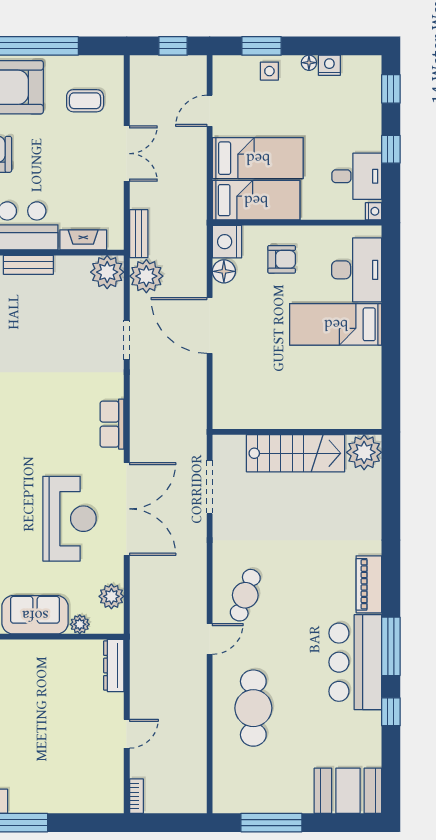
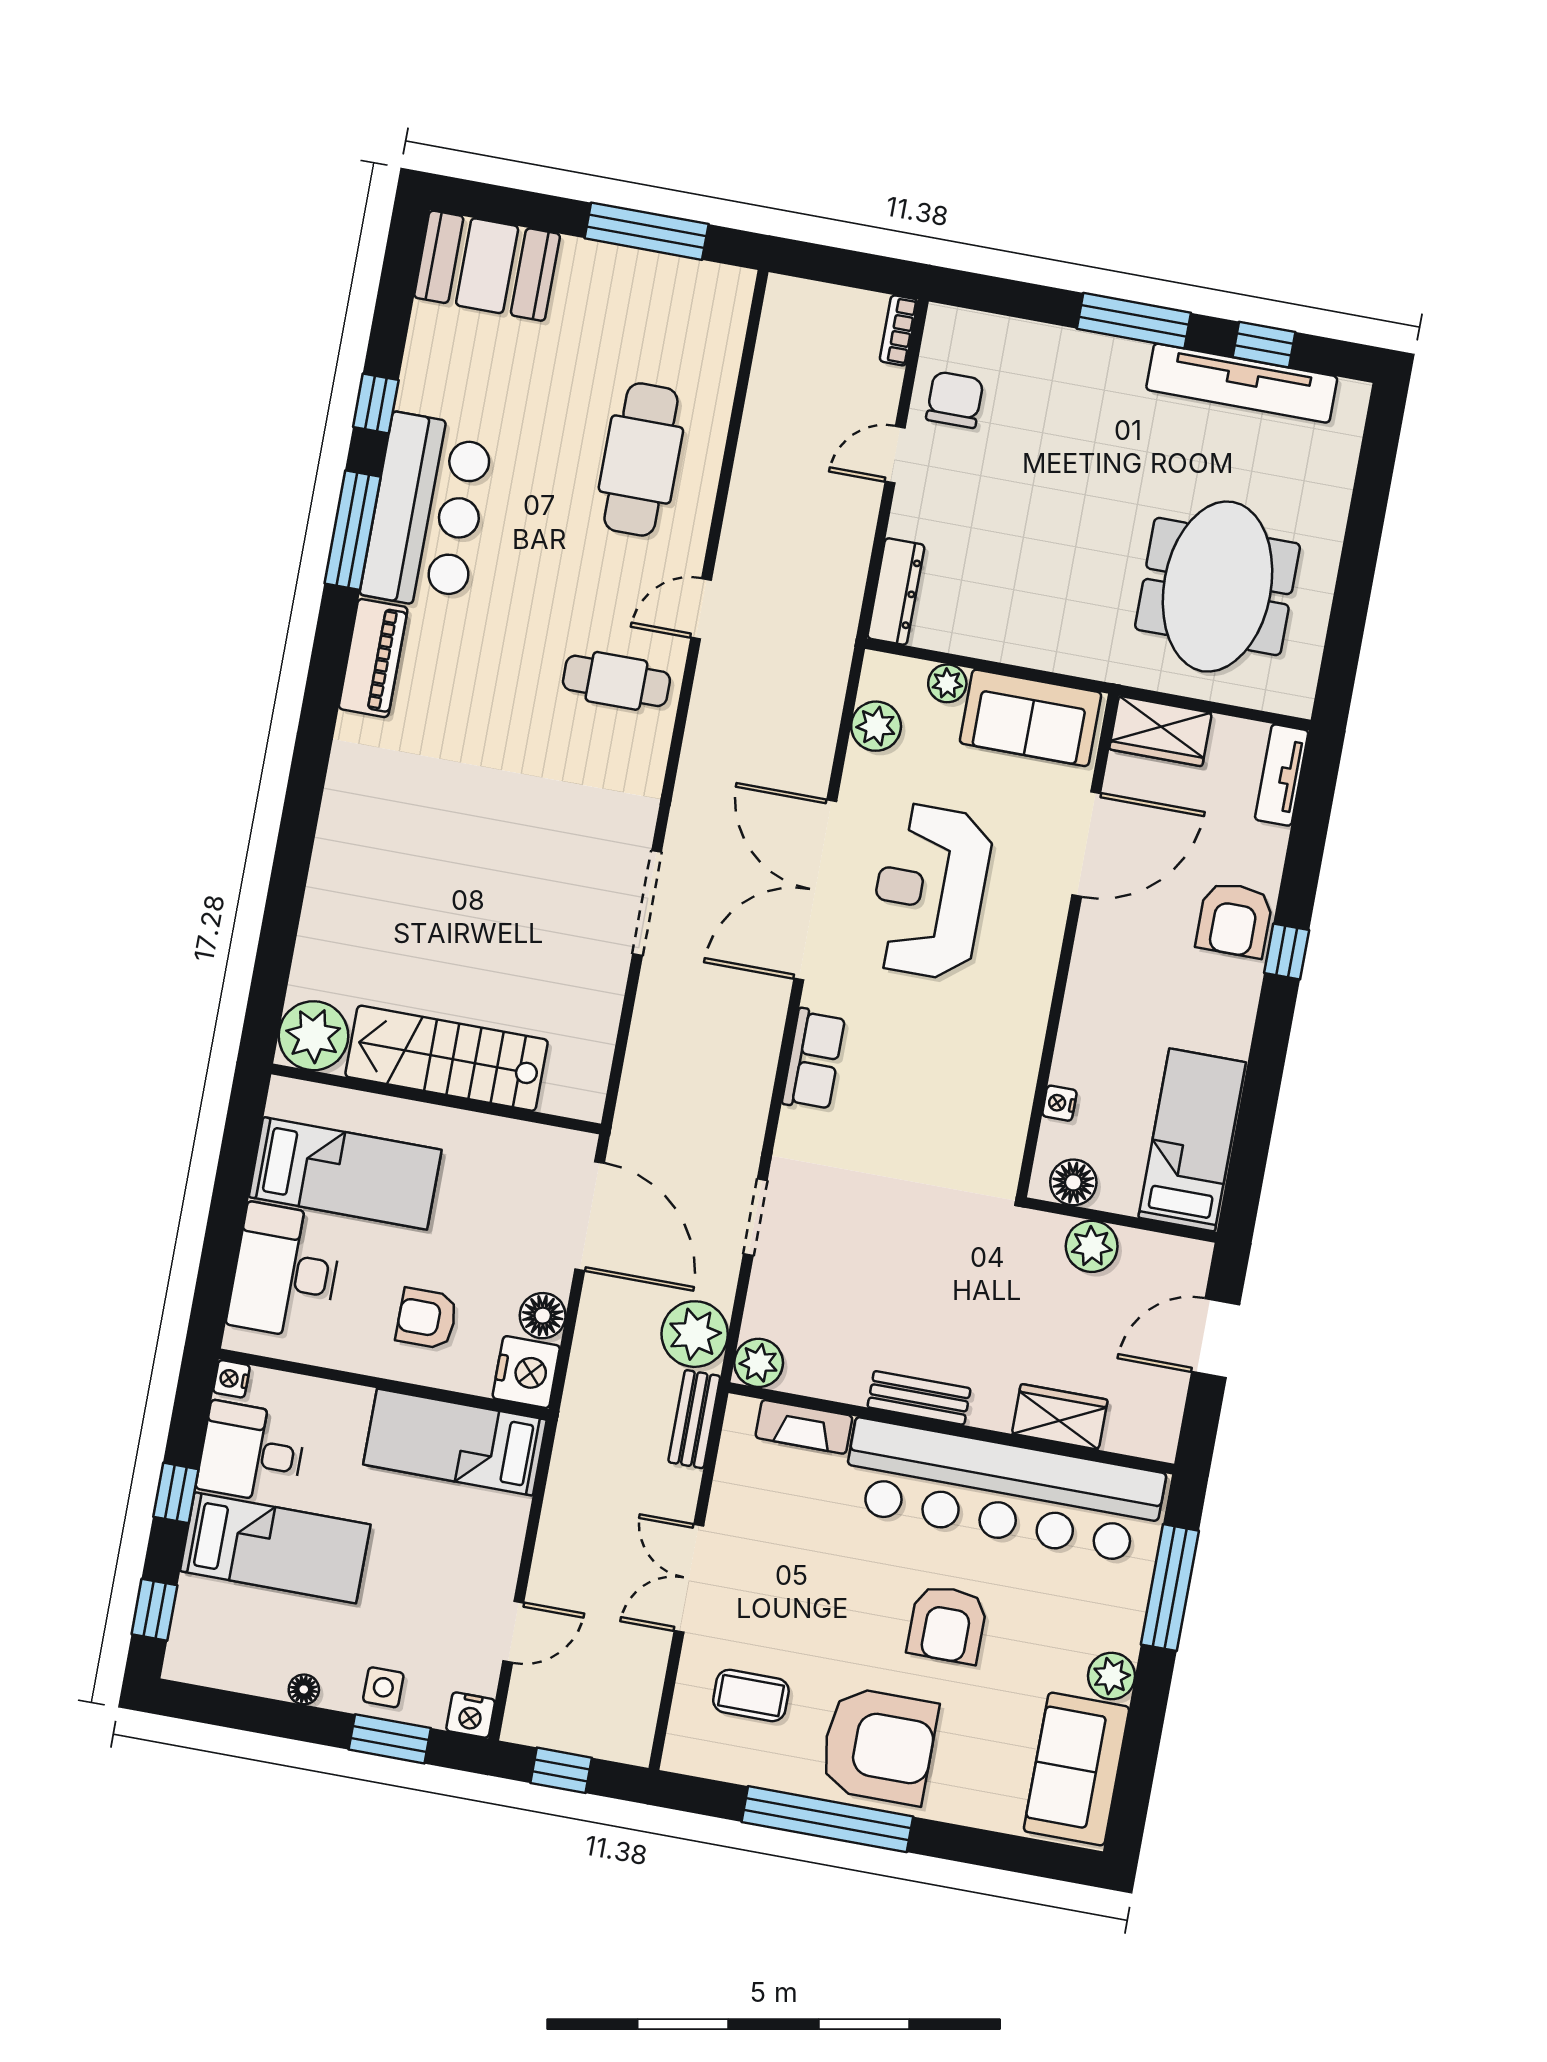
nightstand: (329, 65) -> (471, 1715), moved
bed: (258, 158) -> (275, 1548), moved, turned 180
plant: (107, 272) -> (759, 1363), width x0.73, depth x0.73
wall: (297, 432) -> (436, 1099), moved
plant: (364, 452) -> (313, 1036), moved
stairs: (296, 453) -> (447, 1058), moved
cafe table: (245, 595) -> (616, 681), turned 71
chair: (102, 767) -> (955, 400), added

